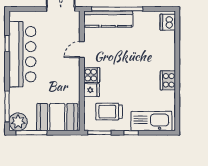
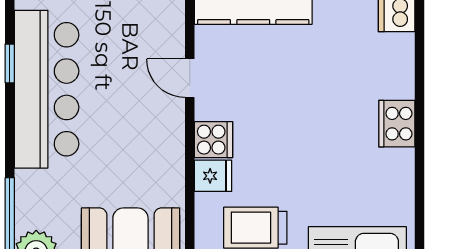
door: (82, 50) -> (190, 78), hinge flipped
cooker: (168, 80) -> (397, 124), moved

